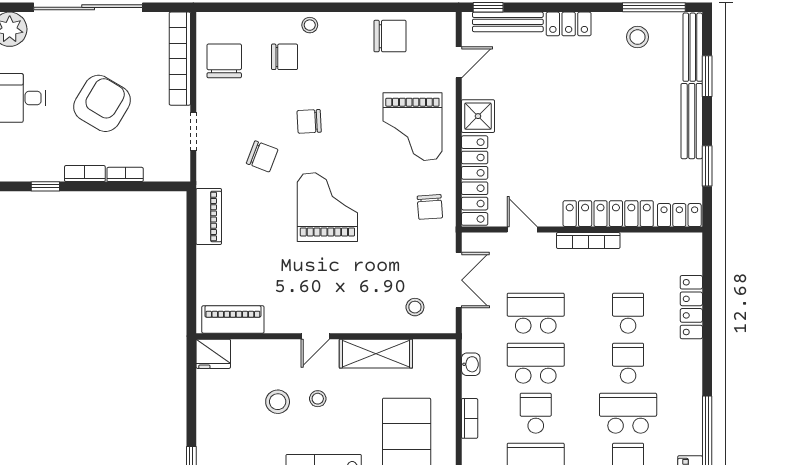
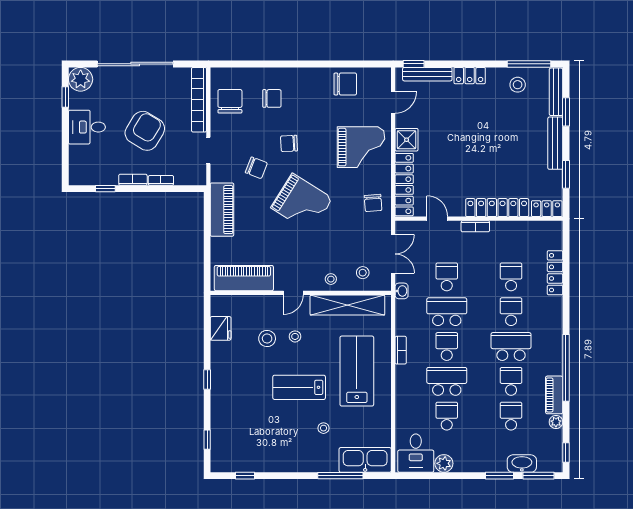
stool: (310, 25) -> (331, 279), moved
grand piano: (412, 127) -> (361, 147), turned -90
grand piano: (327, 207) -> (302, 203), turned 122
piano: (209, 216) -> (222, 210), width x1.37, depth x1.33
bookcase: (588, 240) -> (475, 226), width x0.64
school desk: (536, 313) -> (447, 277), width x0.54
piano: (233, 319) -> (244, 278), width x1.37, depth x1.33
fridge: (213, 354) -> (221, 328), moved, turned -90
shelving: (376, 354) -> (347, 305), width x1.47
washbasin: (471, 364) -> (402, 291), moved

